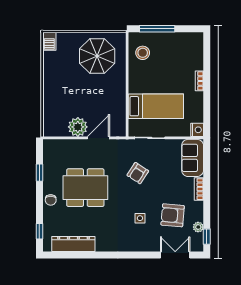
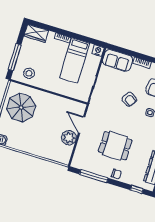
wardrobe: (195, 46) -> (36, 33), added
bed: (156, 106) -> (75, 60), moved, turned 180
window: (39, 173) -> (94, 176), width x2.17
armchair: (138, 173) -> (129, 99), moved
dining table: (85, 188) -> (115, 146), width x0.73

